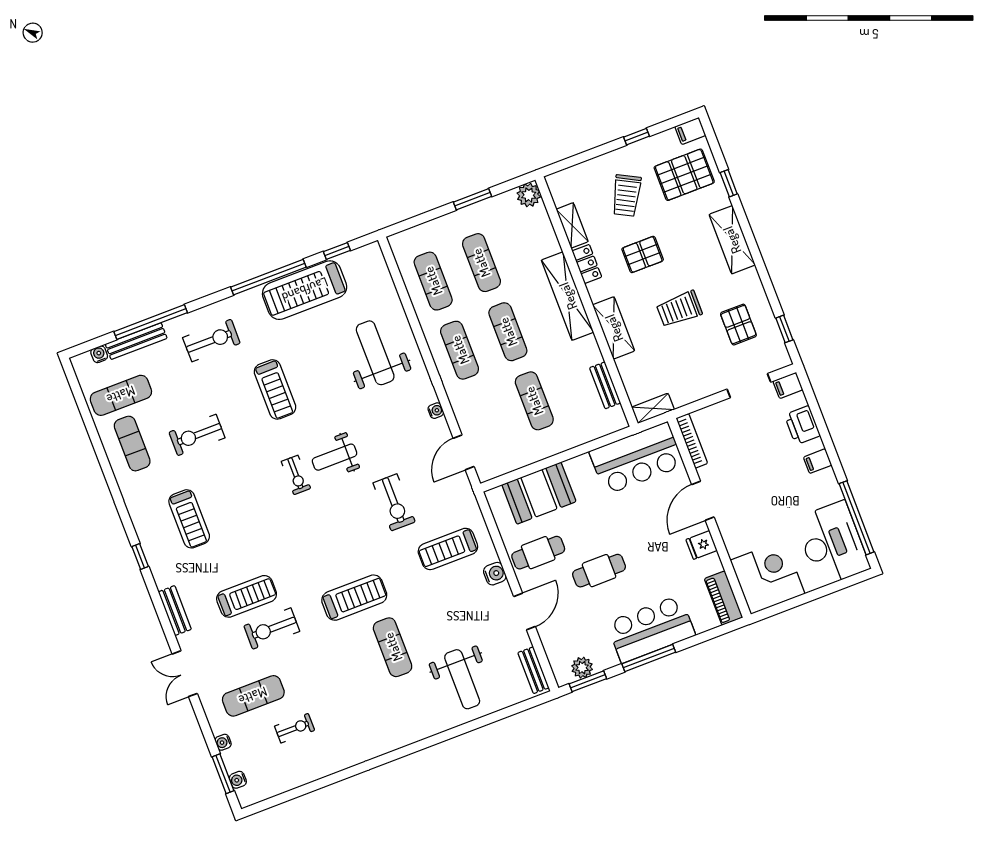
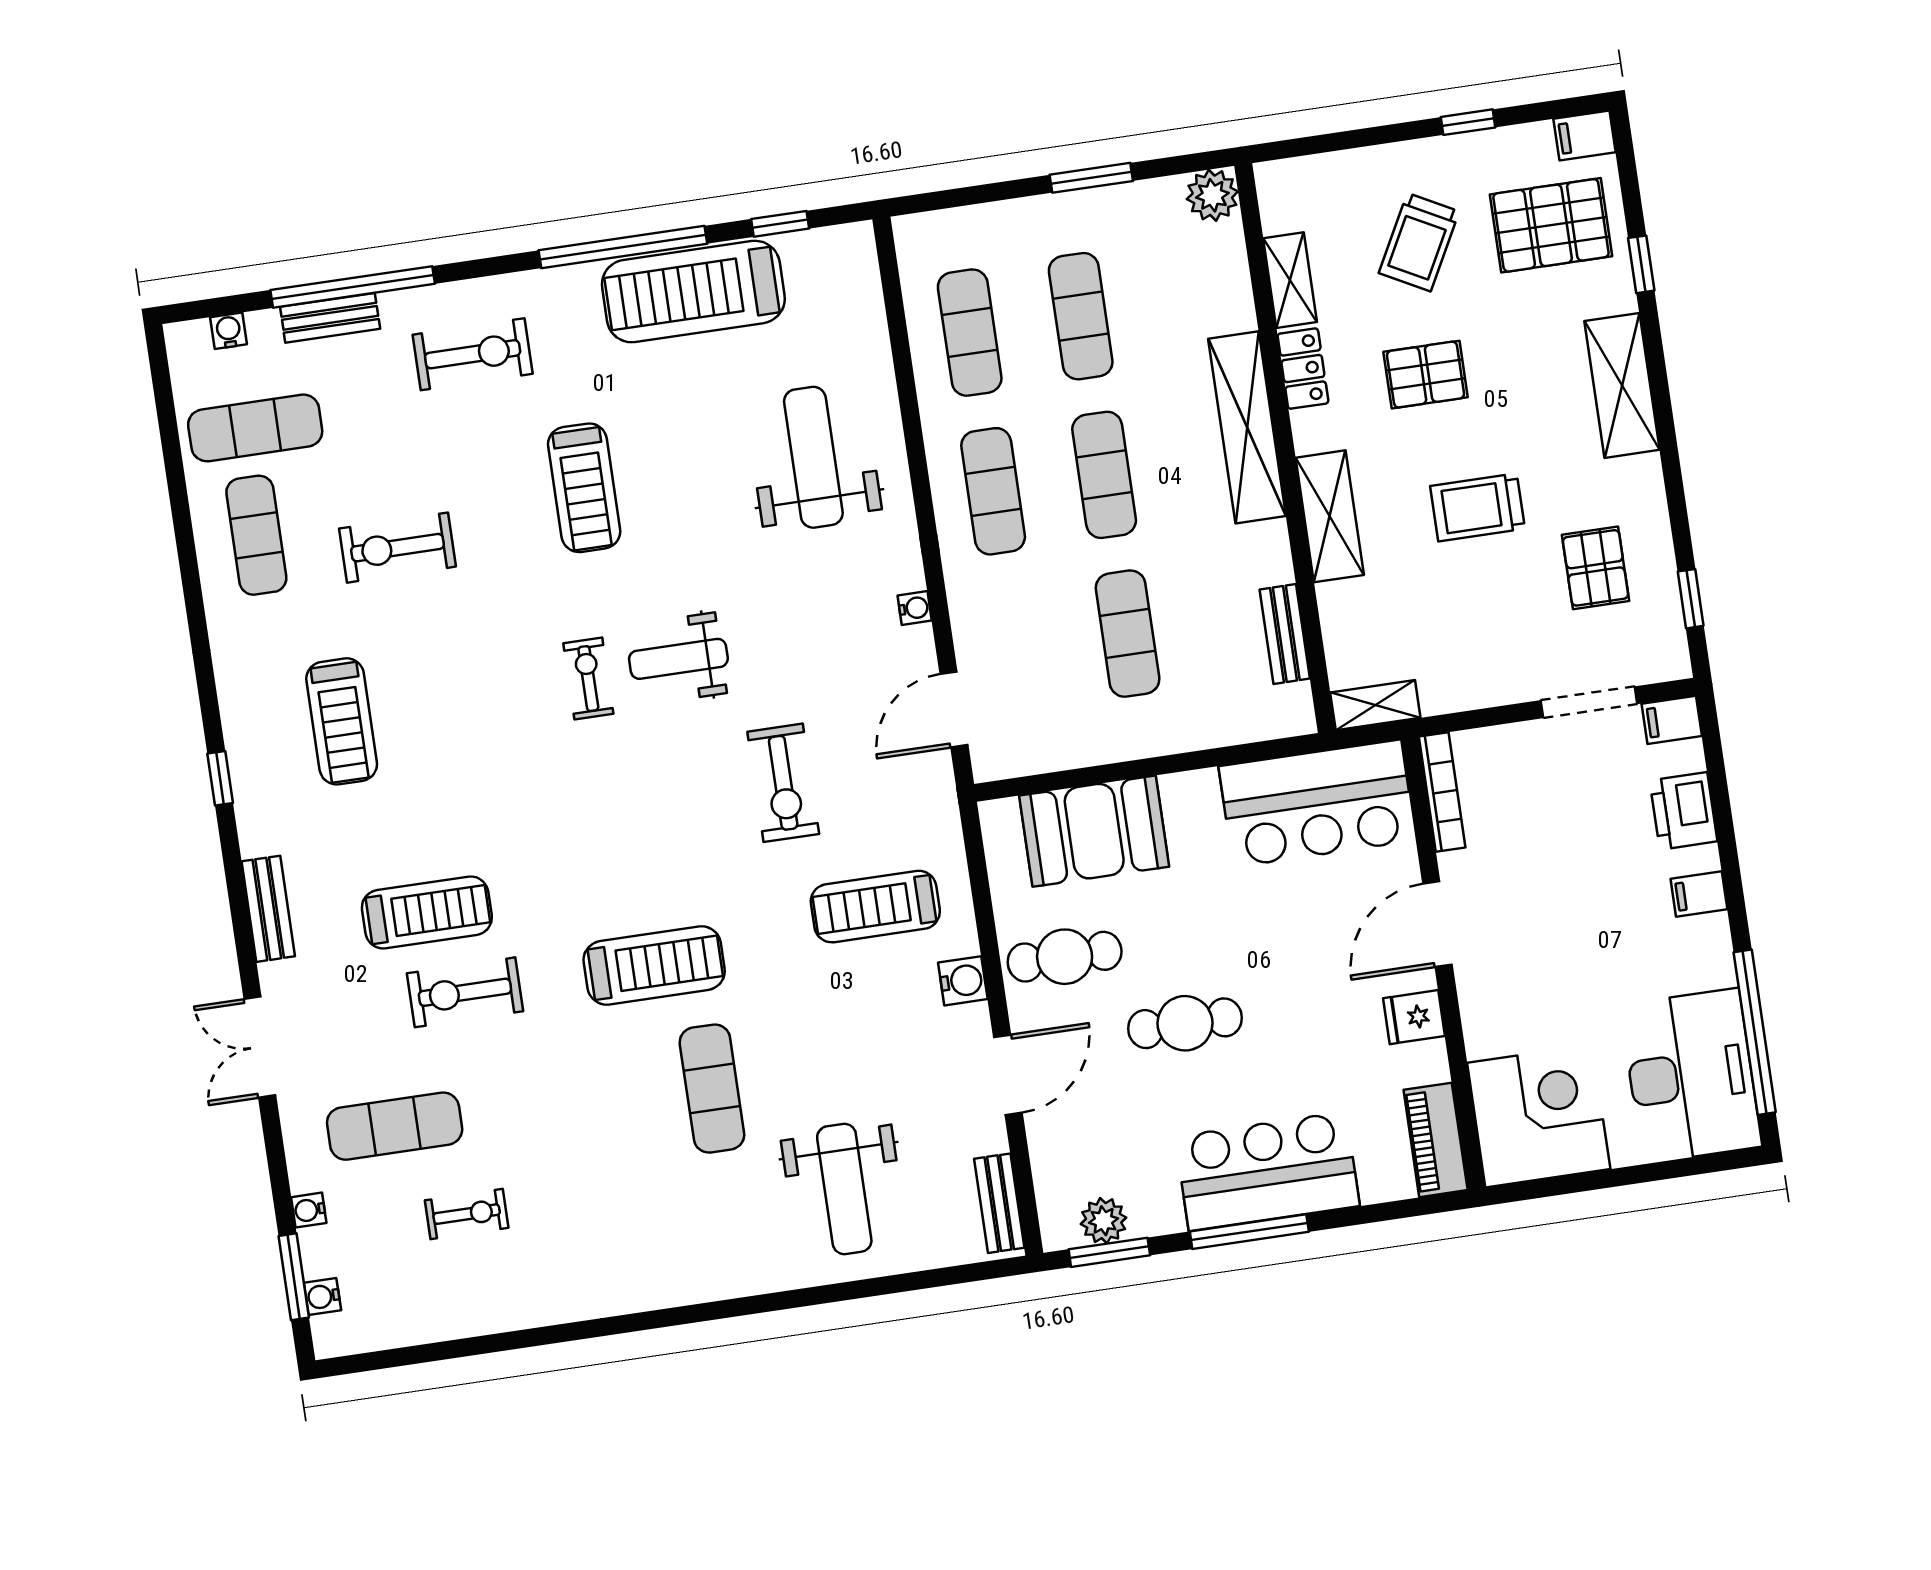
bench: (136, 341) -> (330, 318), width x0.73
exercise bike: (296, 475) -> (588, 679), turned 180

